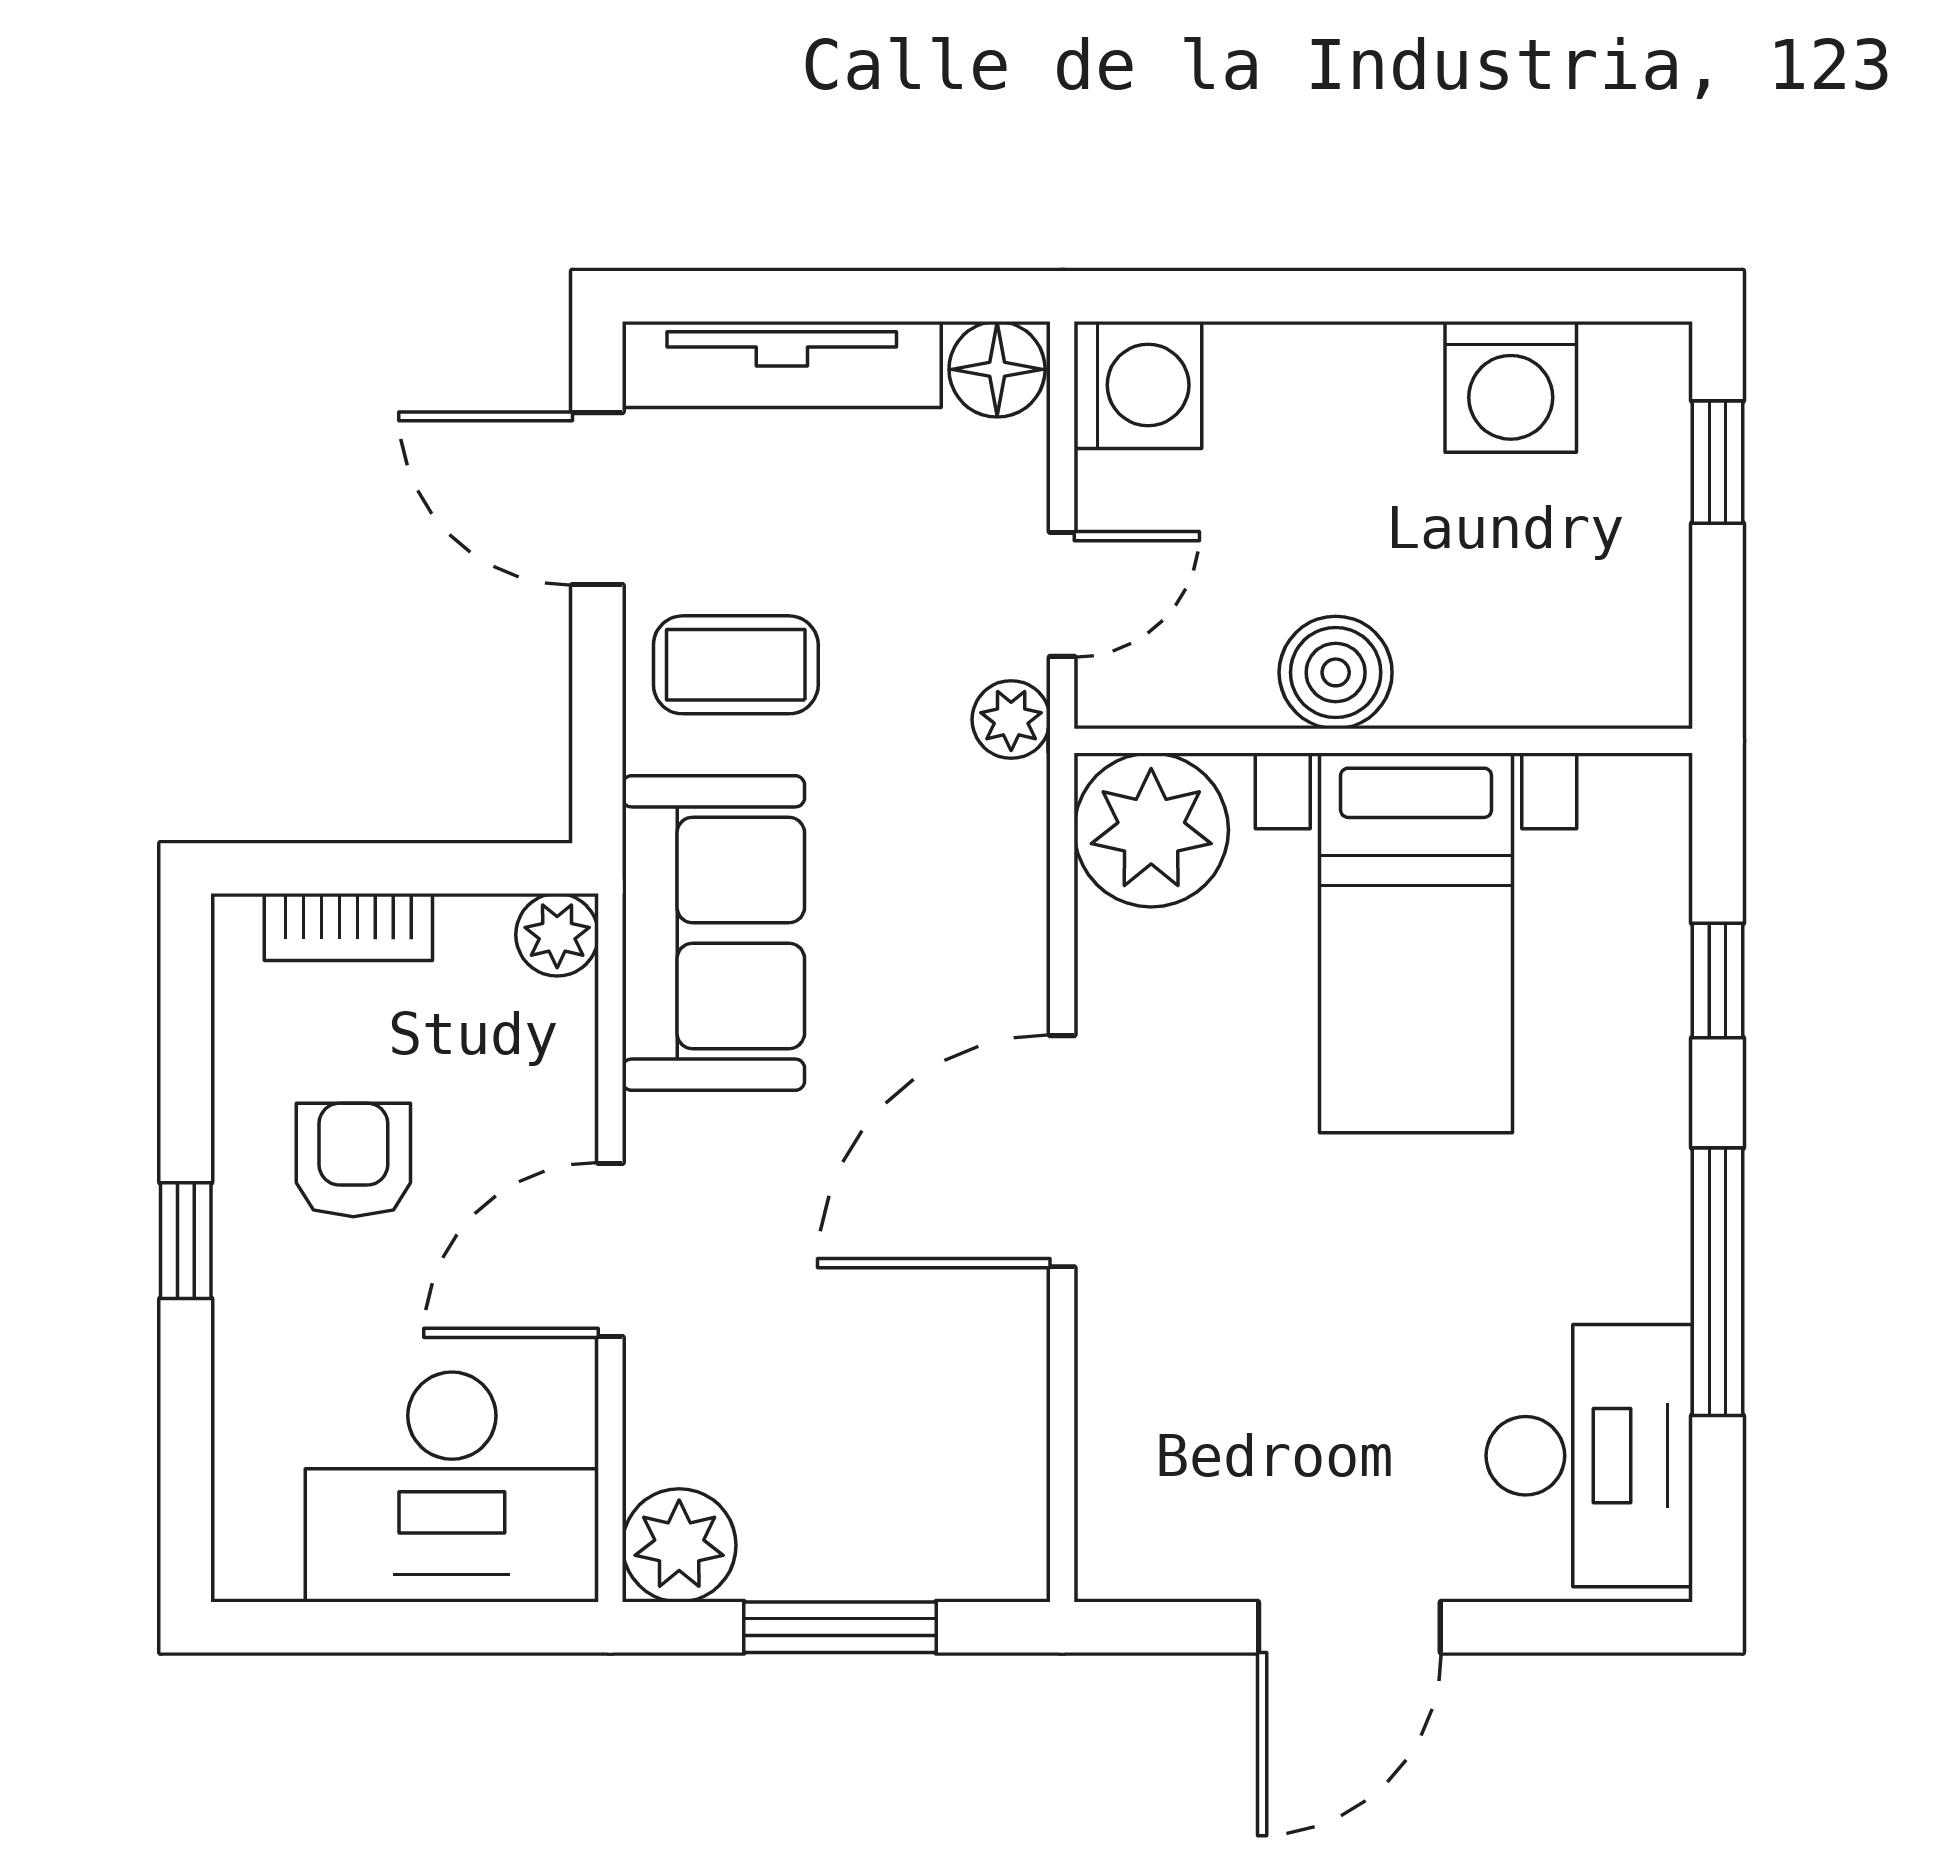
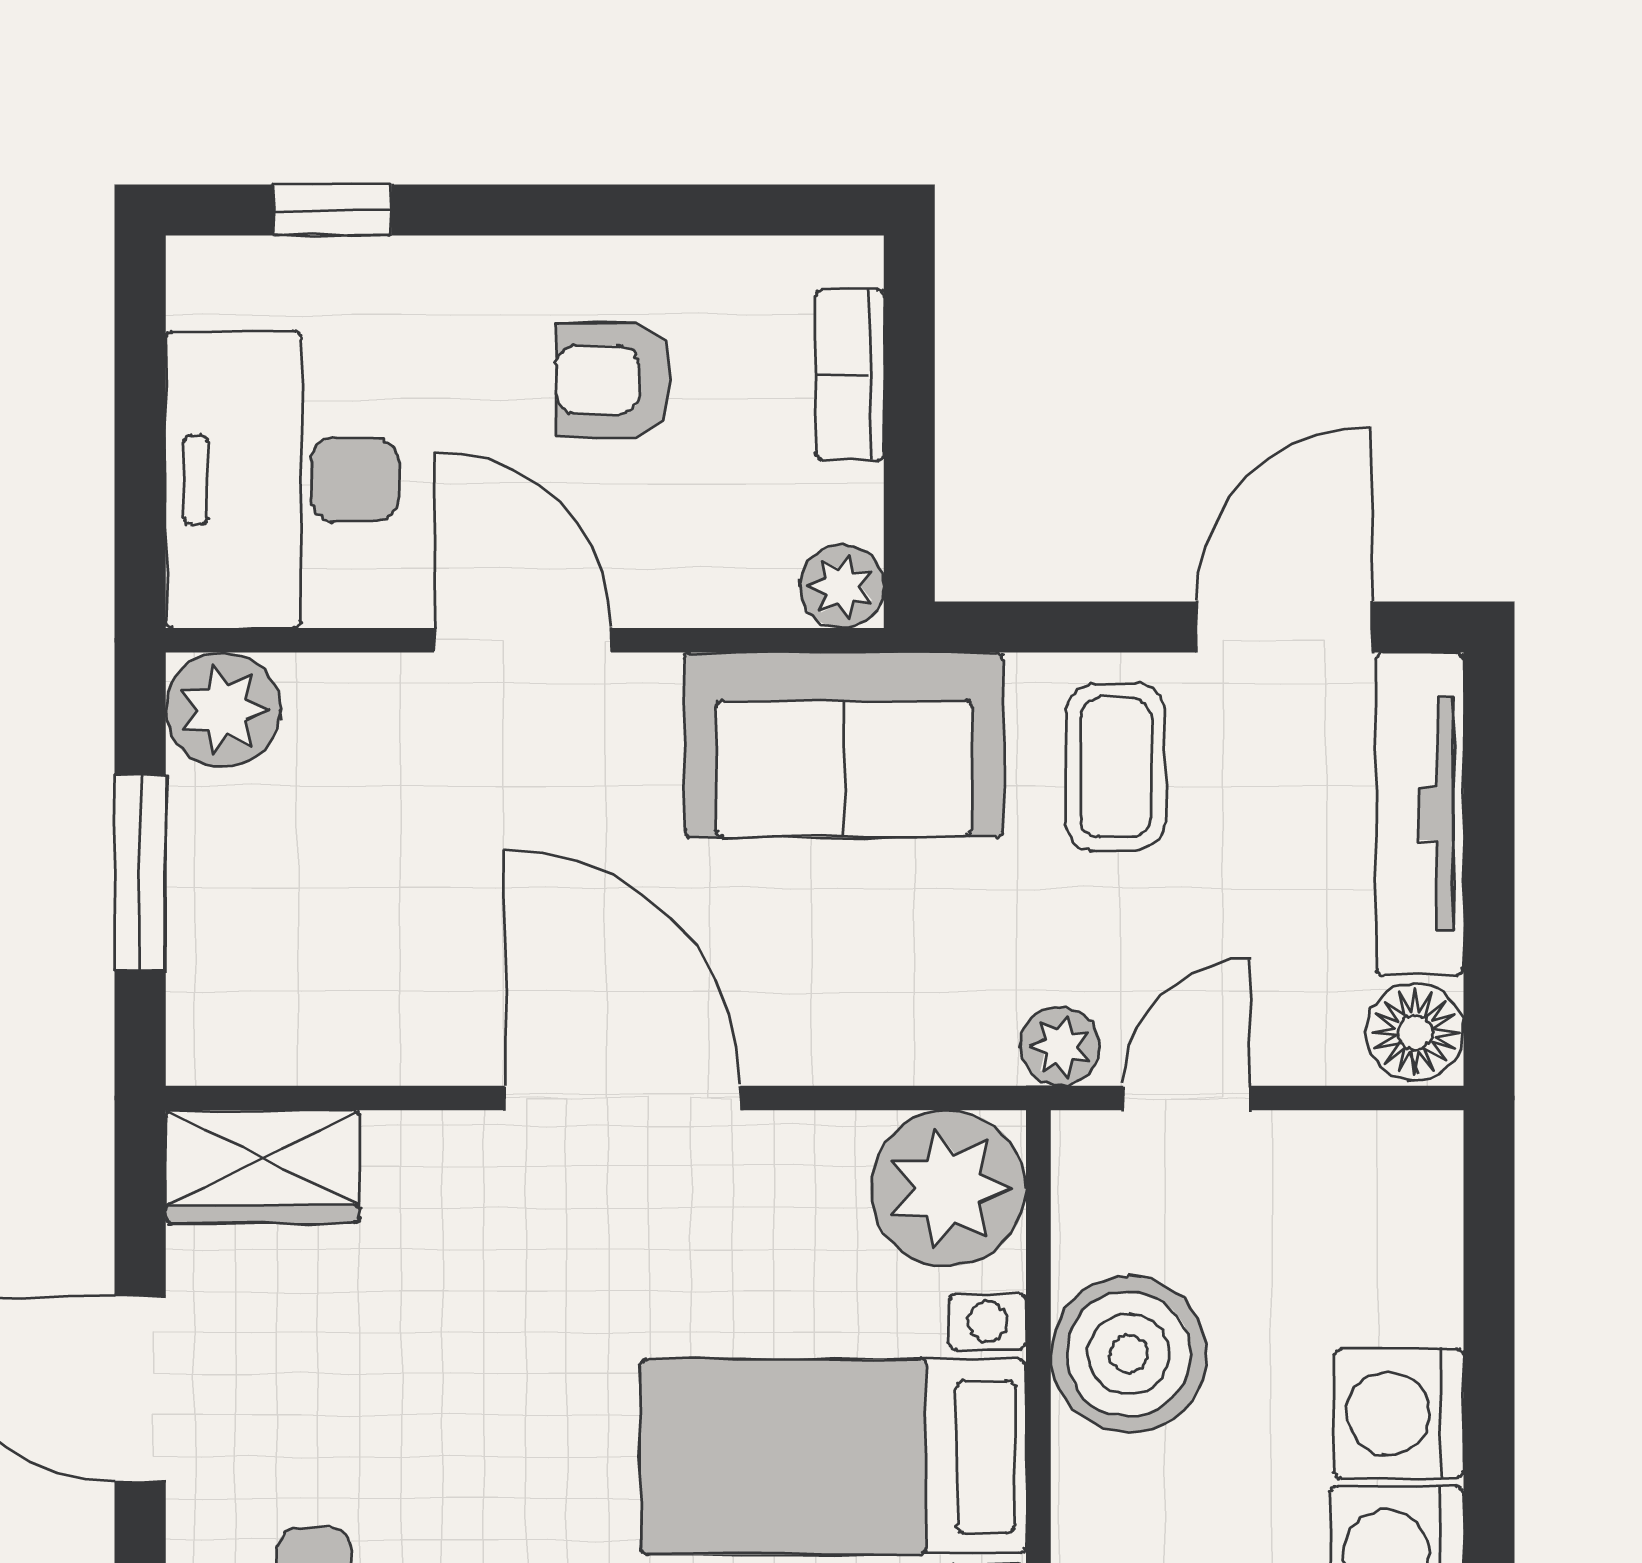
washing machine: (1138, 385) -> (1399, 1414), moved, turned 90
door: (1062, 594) -> (1187, 1098), swing flipped
boiler: (1336, 672) -> (1129, 1354), width x1.37, depth x1.37
armchair: (353, 1160) -> (614, 380), turned 180
window: (186, 1241) -> (332, 210), moved
wardrobe: (1130, 1506) -> (263, 1167), added

